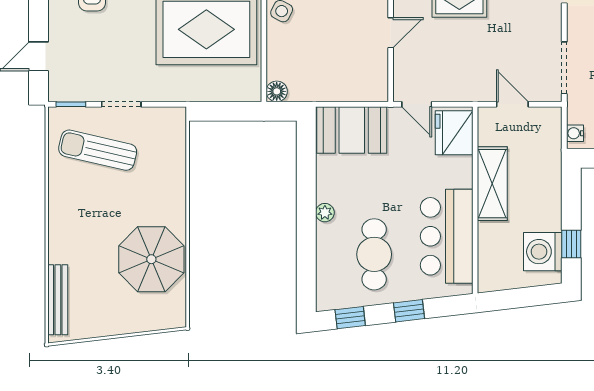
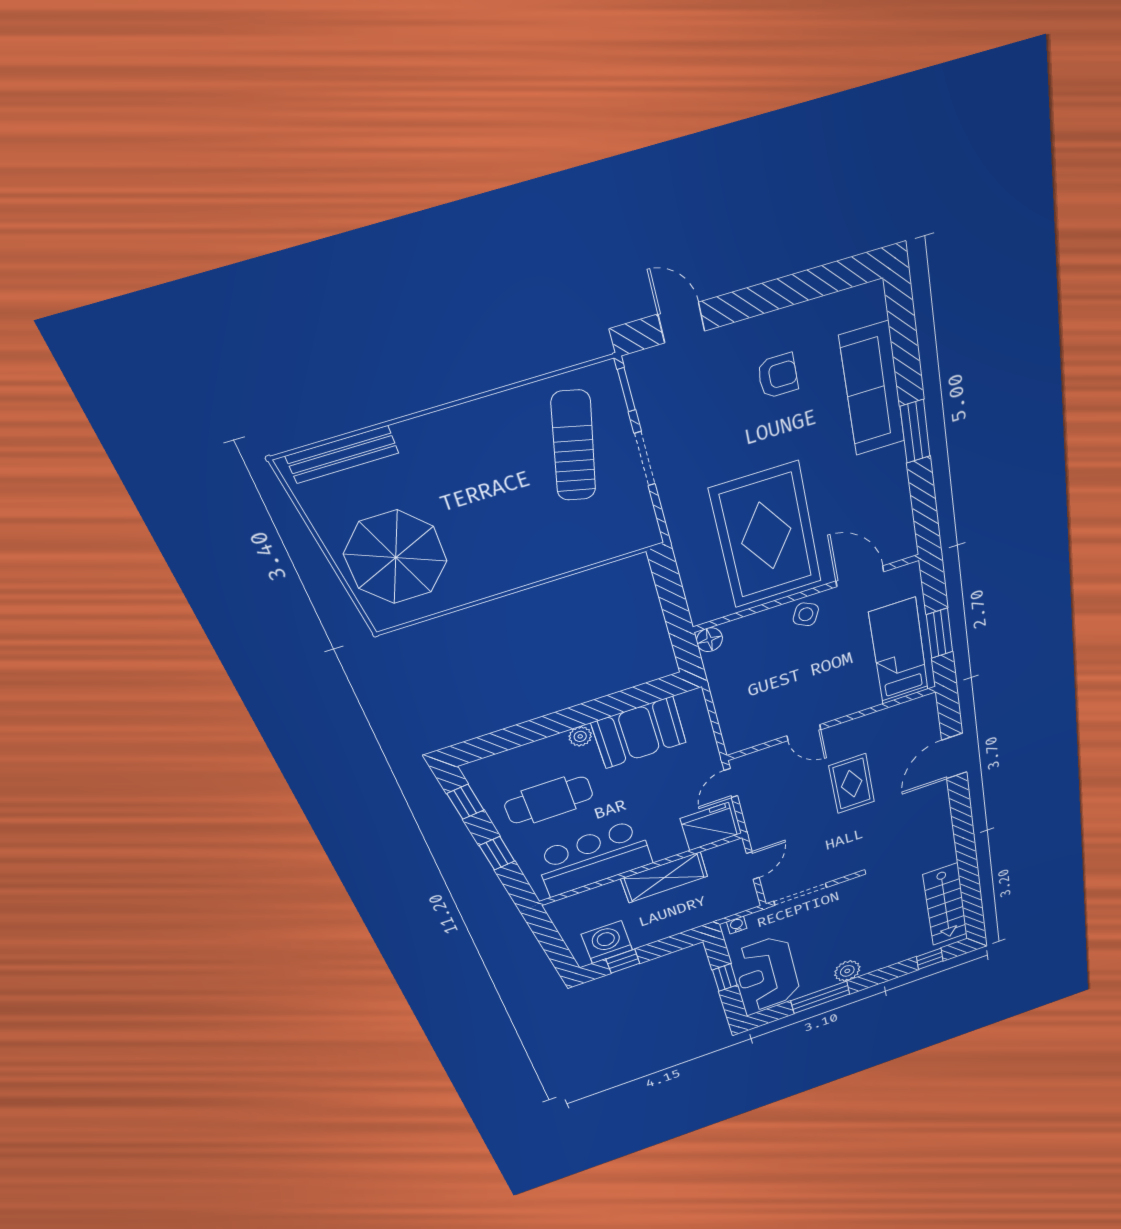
booth: (352, 130) -> (639, 733), moved, turned 90
parasol: (151, 259) -> (396, 557), moved

